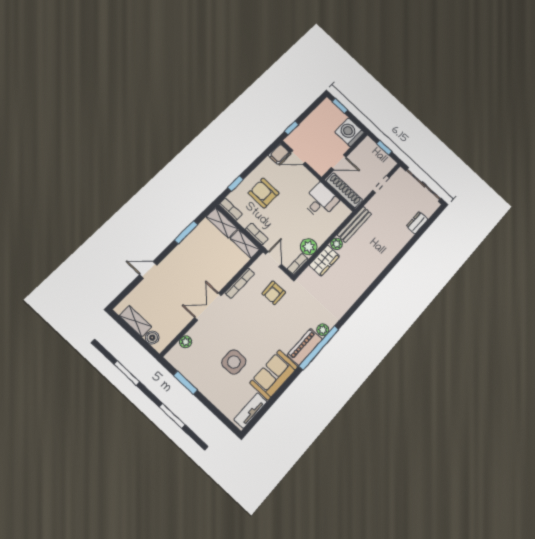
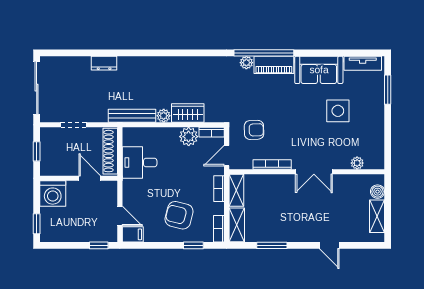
armchair: (264, 193) -> (179, 215), turned 104
dresser: (417, 223) -> (104, 63), moved
window: (185, 383) -> (388, 90), moved

